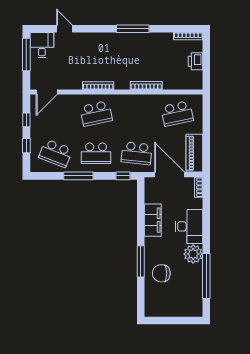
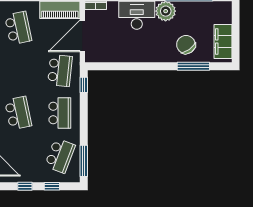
window: (78, 176) -> (84, 161), moved
filing cabinet: (153, 220) -> (223, 41), moved, turned -90
window: (141, 261) -> (193, 66), moved
chair: (161, 273) -> (186, 45), turned 144

